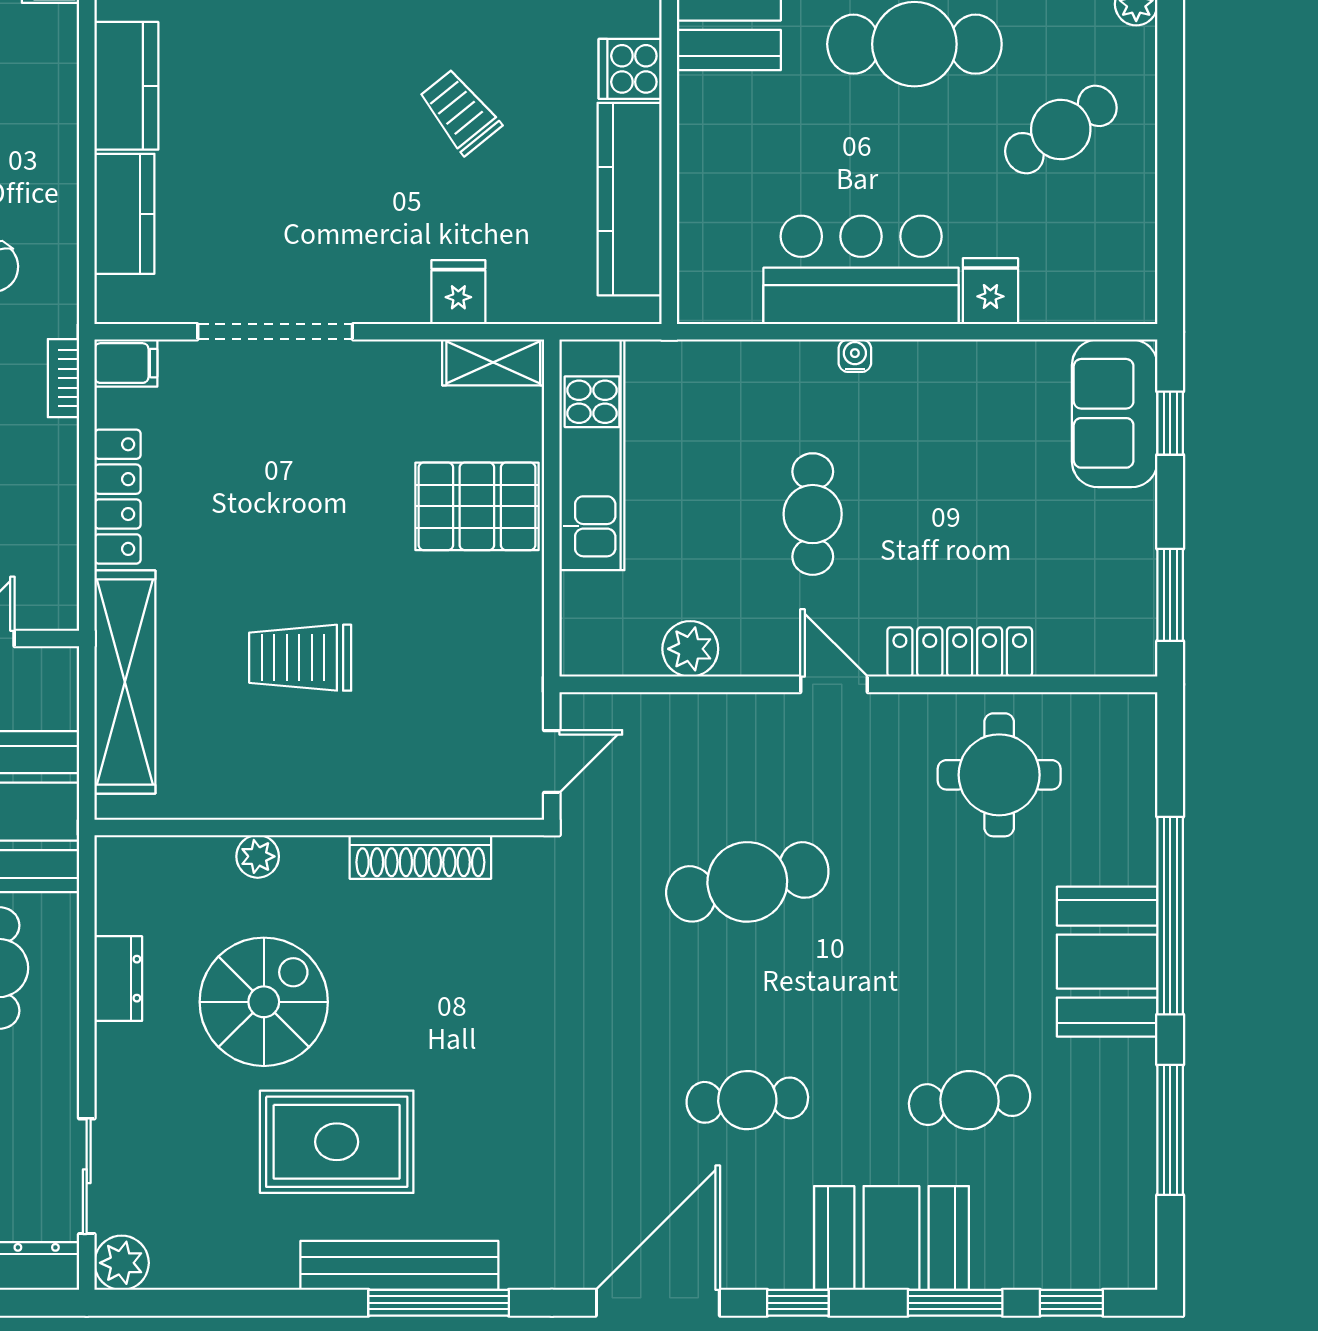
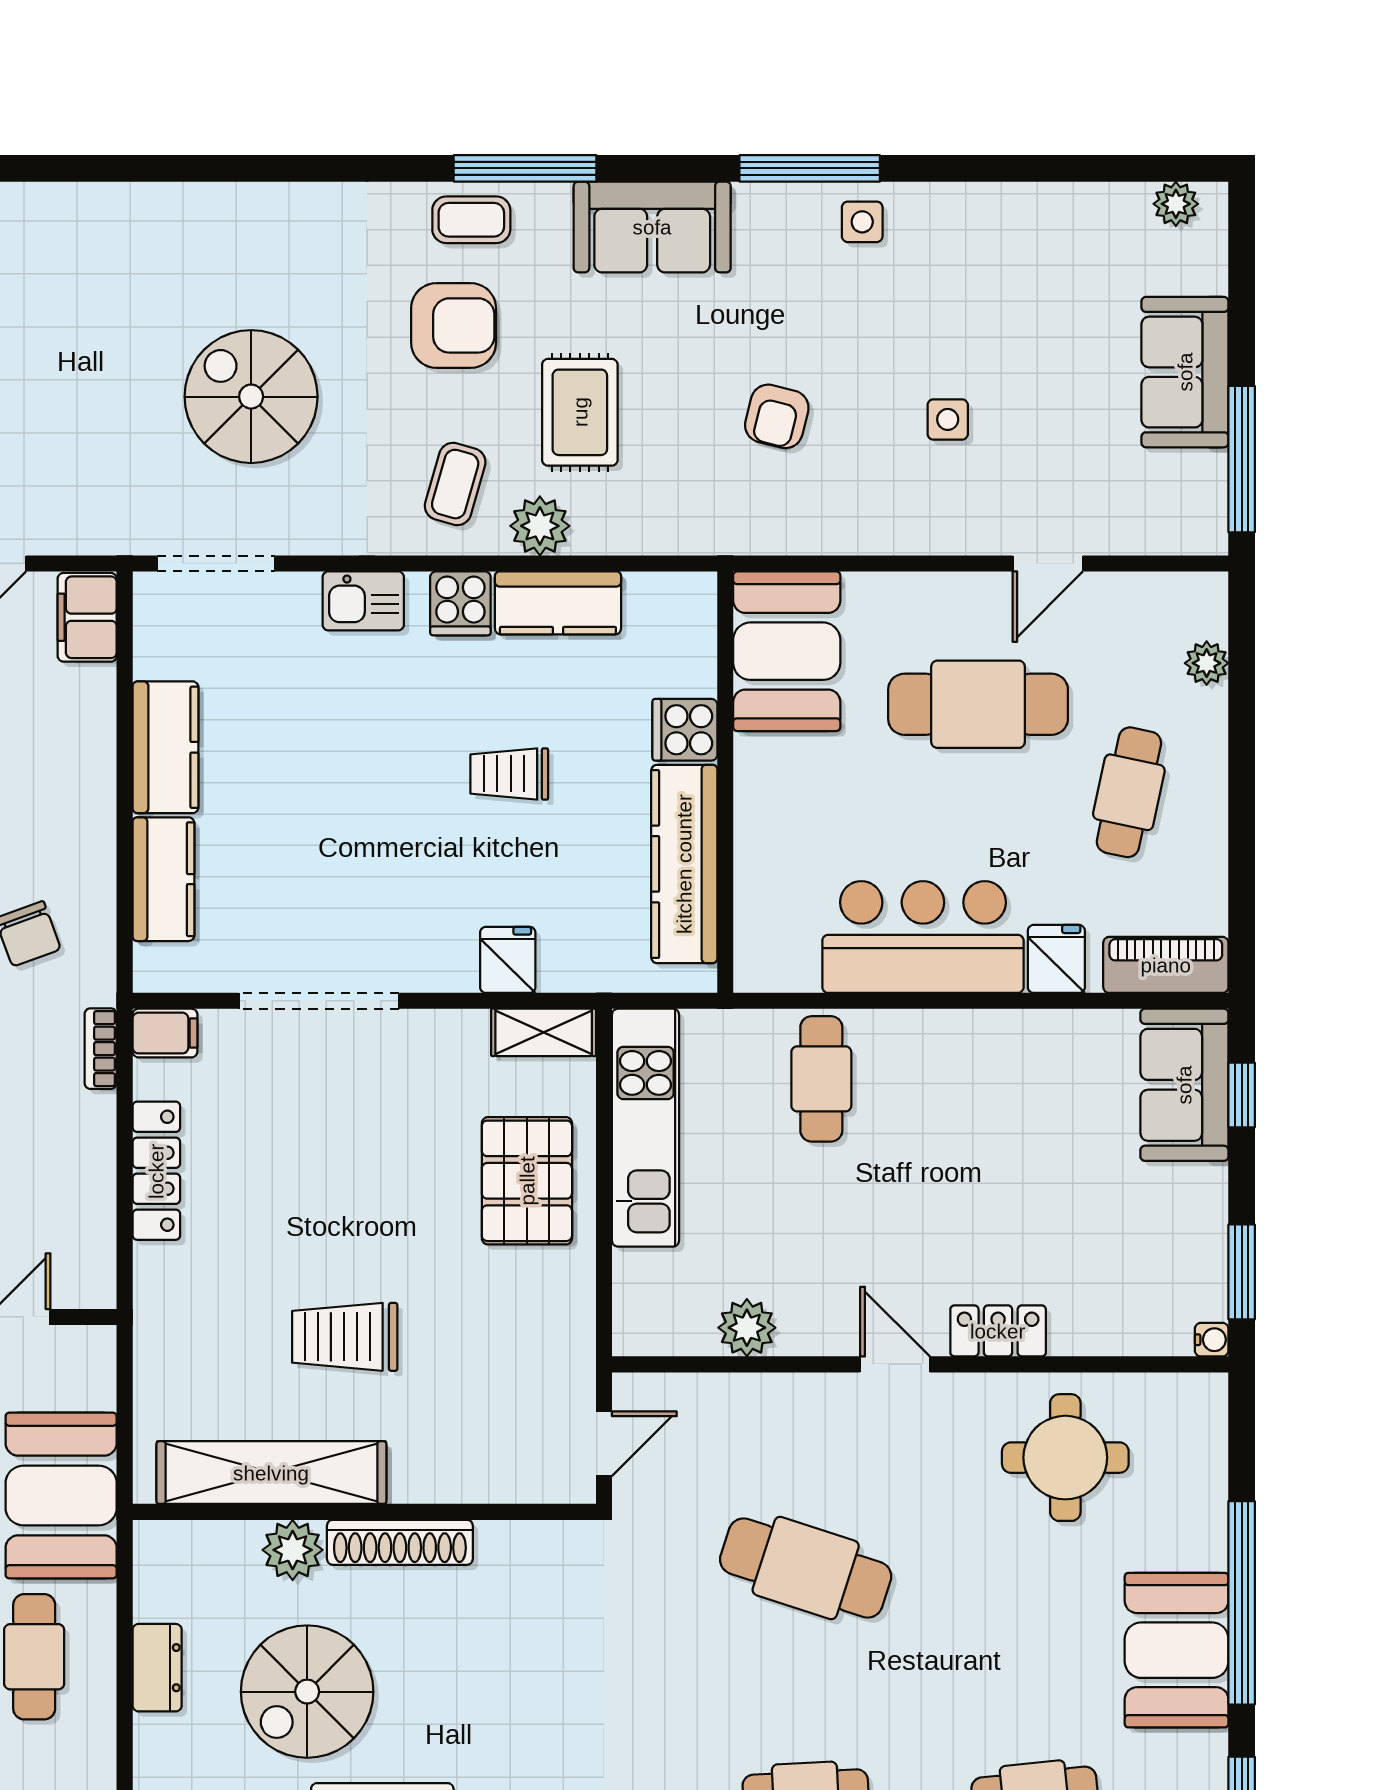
trolley: (460, 112) -> (509, 774), turned -51
cafe table: (1061, 130) -> (1129, 792), turned -45
piano: (1097, 297) -> (1166, 965), added
water cooler: (855, 356) -> (1212, 1340), moved, turned 90
pallet: (477, 506) -> (527, 1181), turned 90
cafe table: (813, 514) -> (821, 1079), moved
locker: (960, 652) -> (998, 1331), width x0.66
shelving: (125, 682) -> (271, 1473), moved, turned 90
plant: (258, 856) -> (293, 1550), width x1.38, depth x1.38
shoe rack: (420, 857) -> (400, 1542), moved
cafe table: (747, 882) -> (806, 1568), turned 30
spiral stairs: (264, 1002) -> (307, 1692), turned 180

